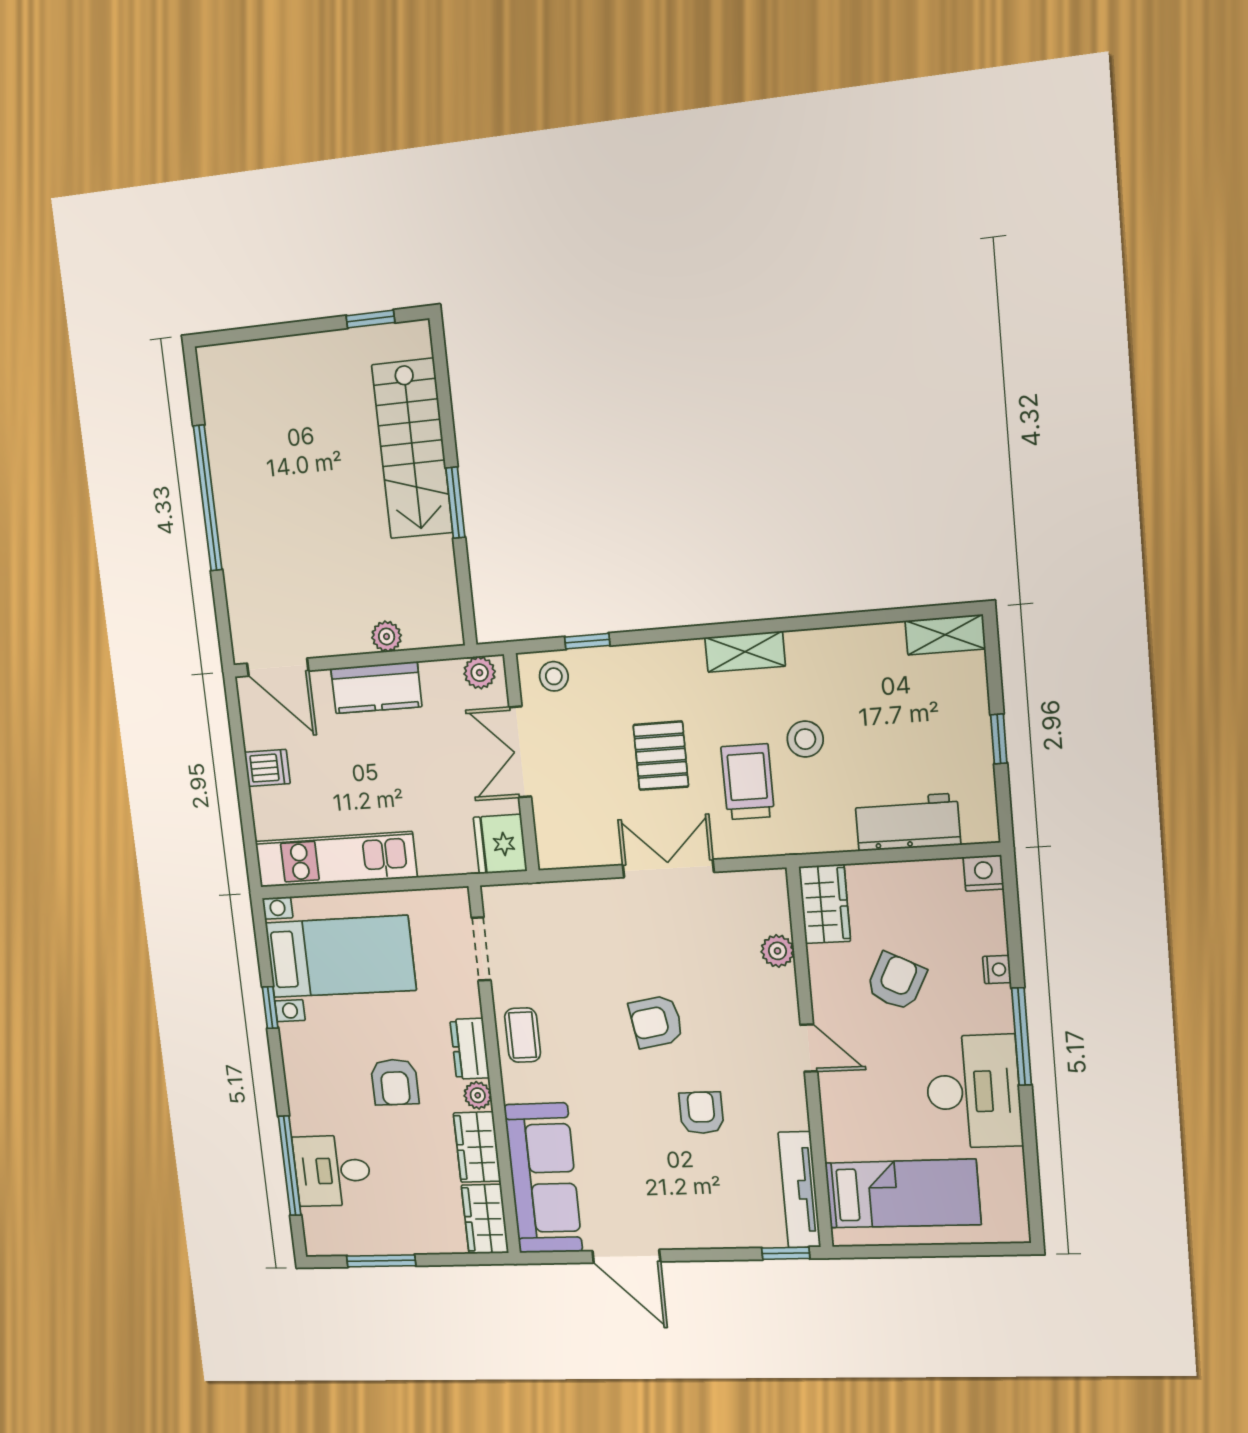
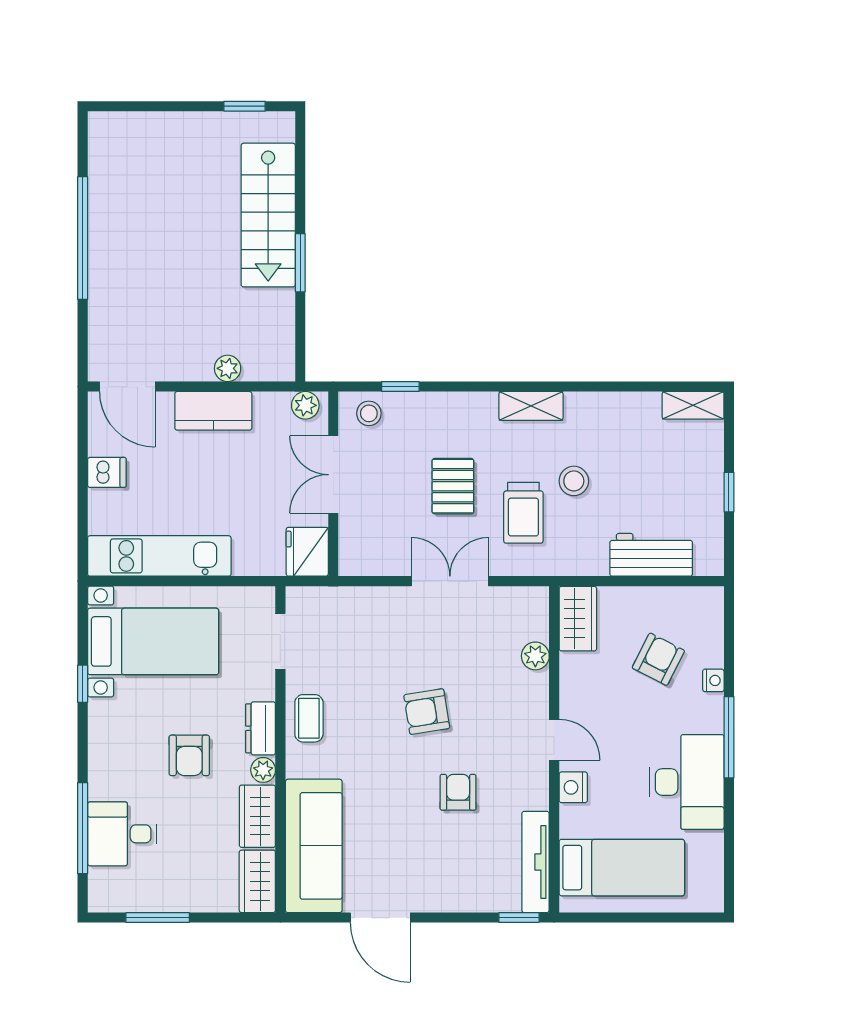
trolley: (748, 782) -> (523, 513), turned 180
nightstand: (984, 873) -> (573, 787), moved, turned -90
armchair: (896, 981) -> (658, 659), moved

